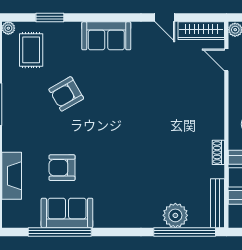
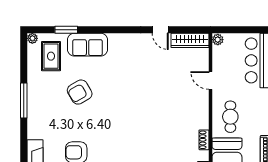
sofa: (106, 36) -> (88, 45), moved
door: (226, 60) -> (210, 80), moved

